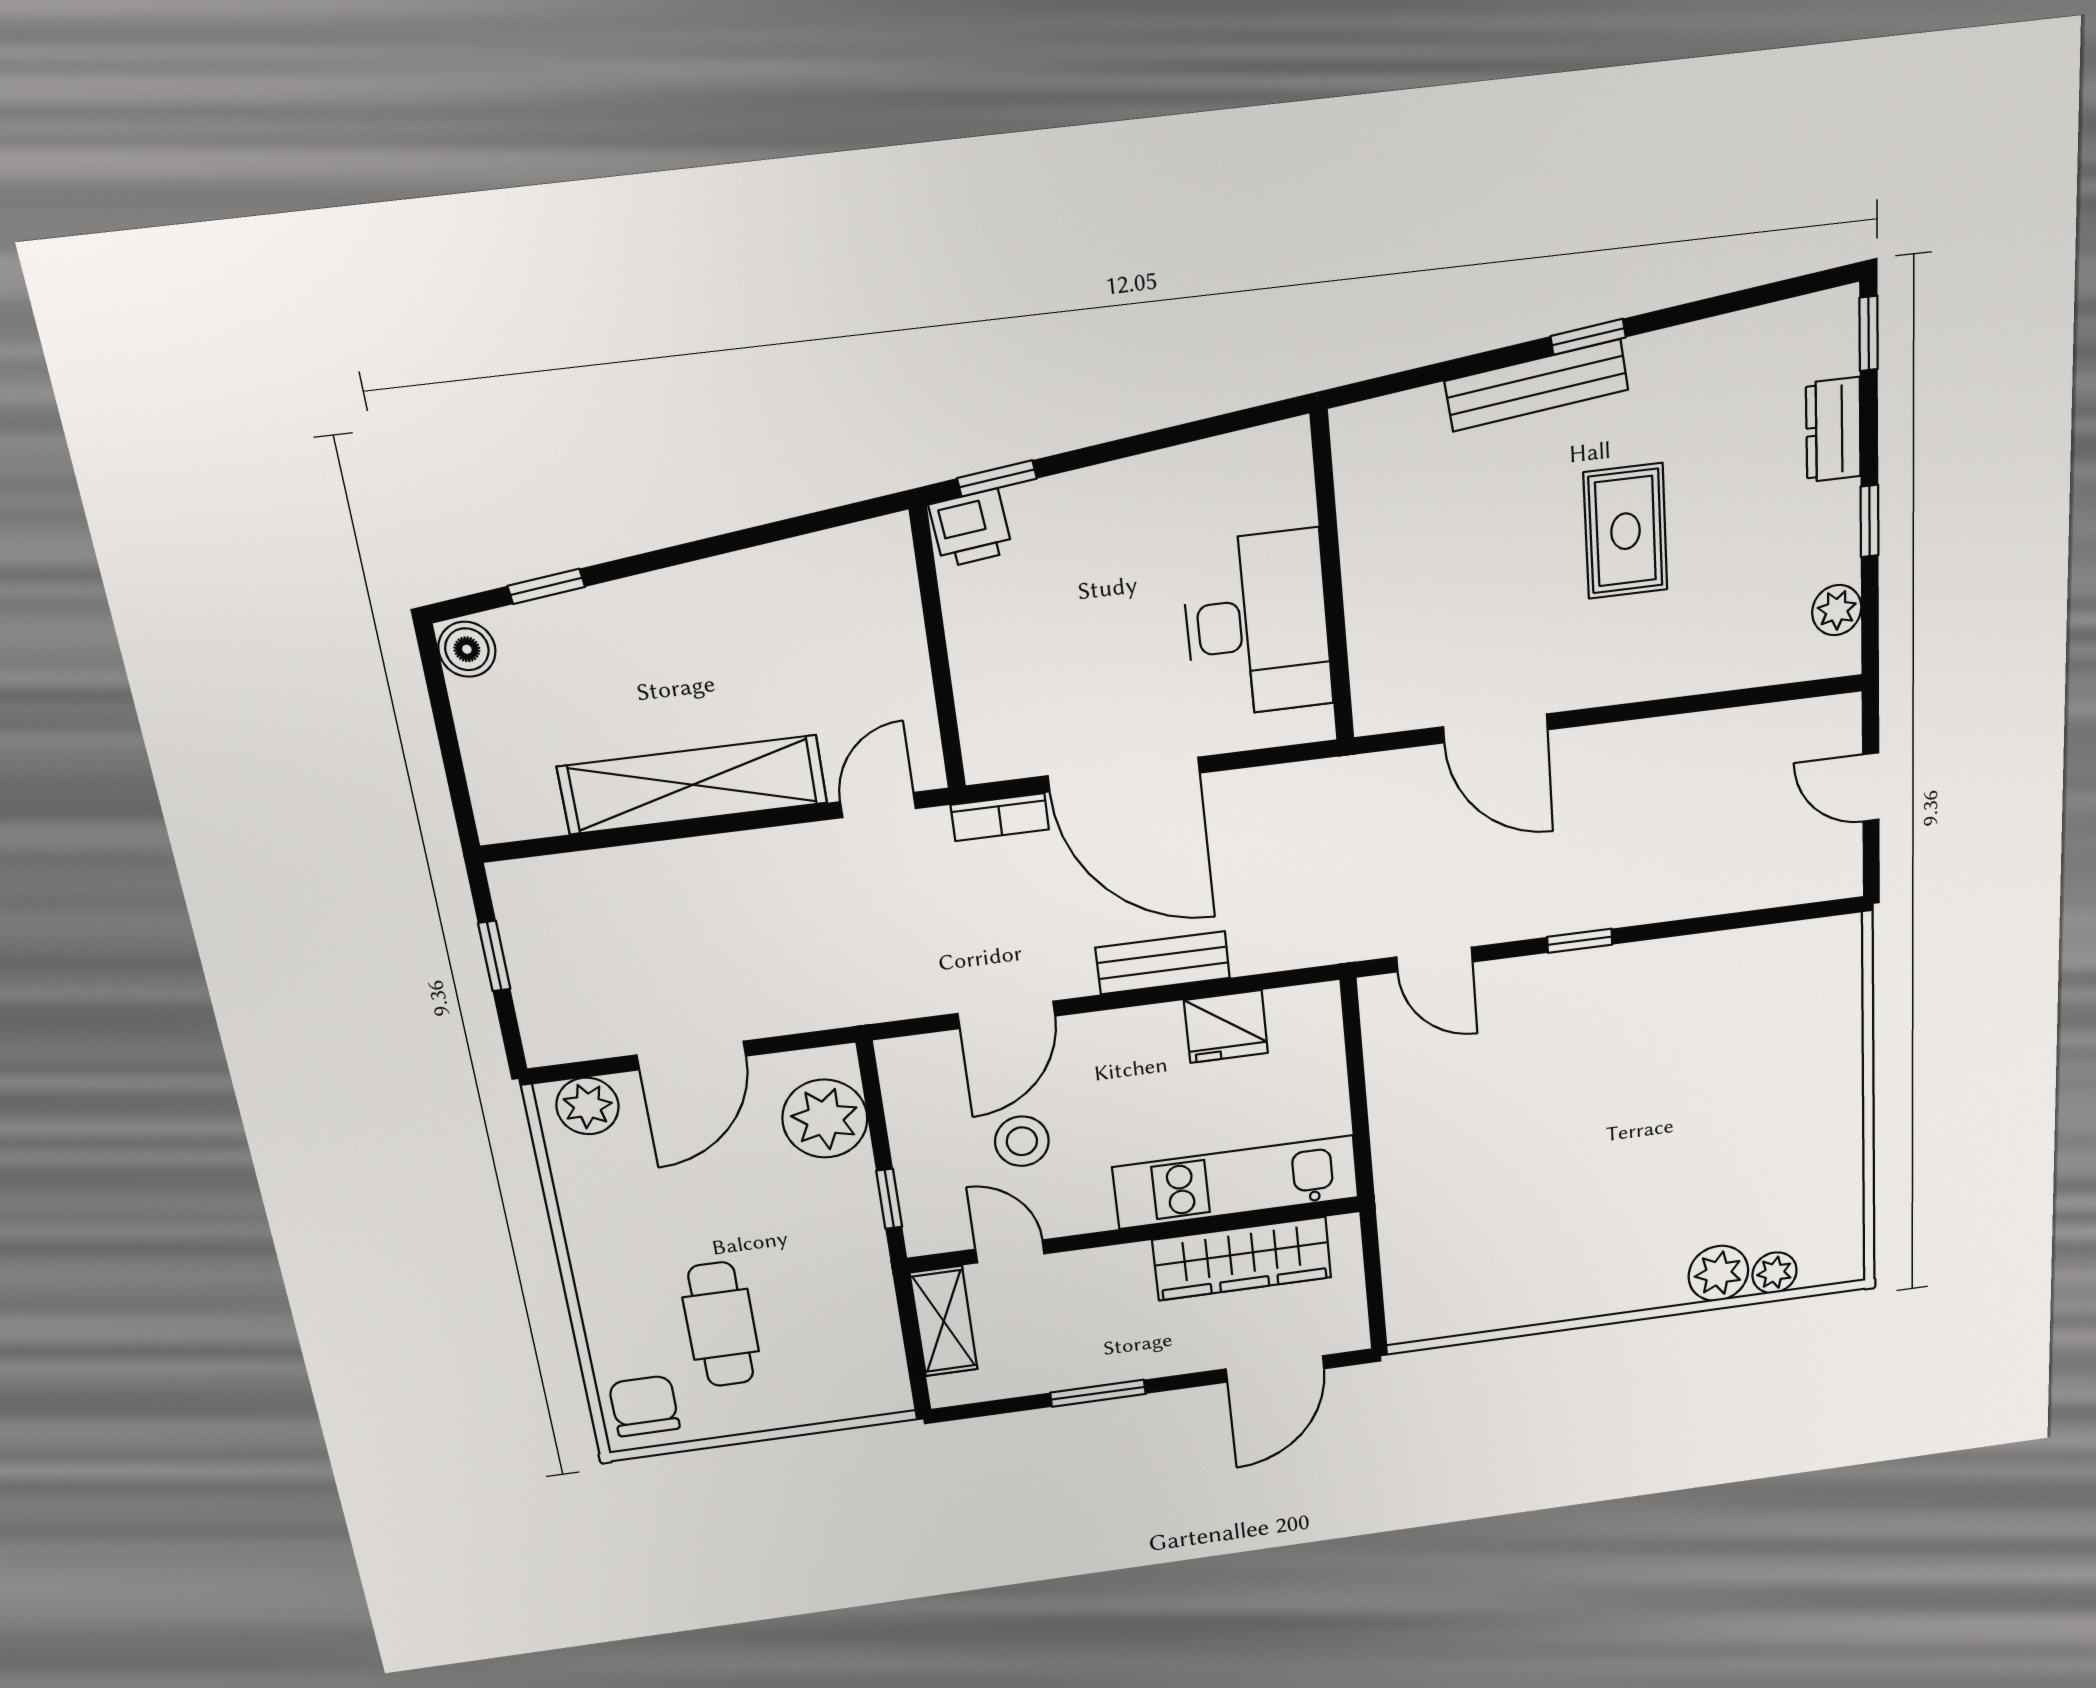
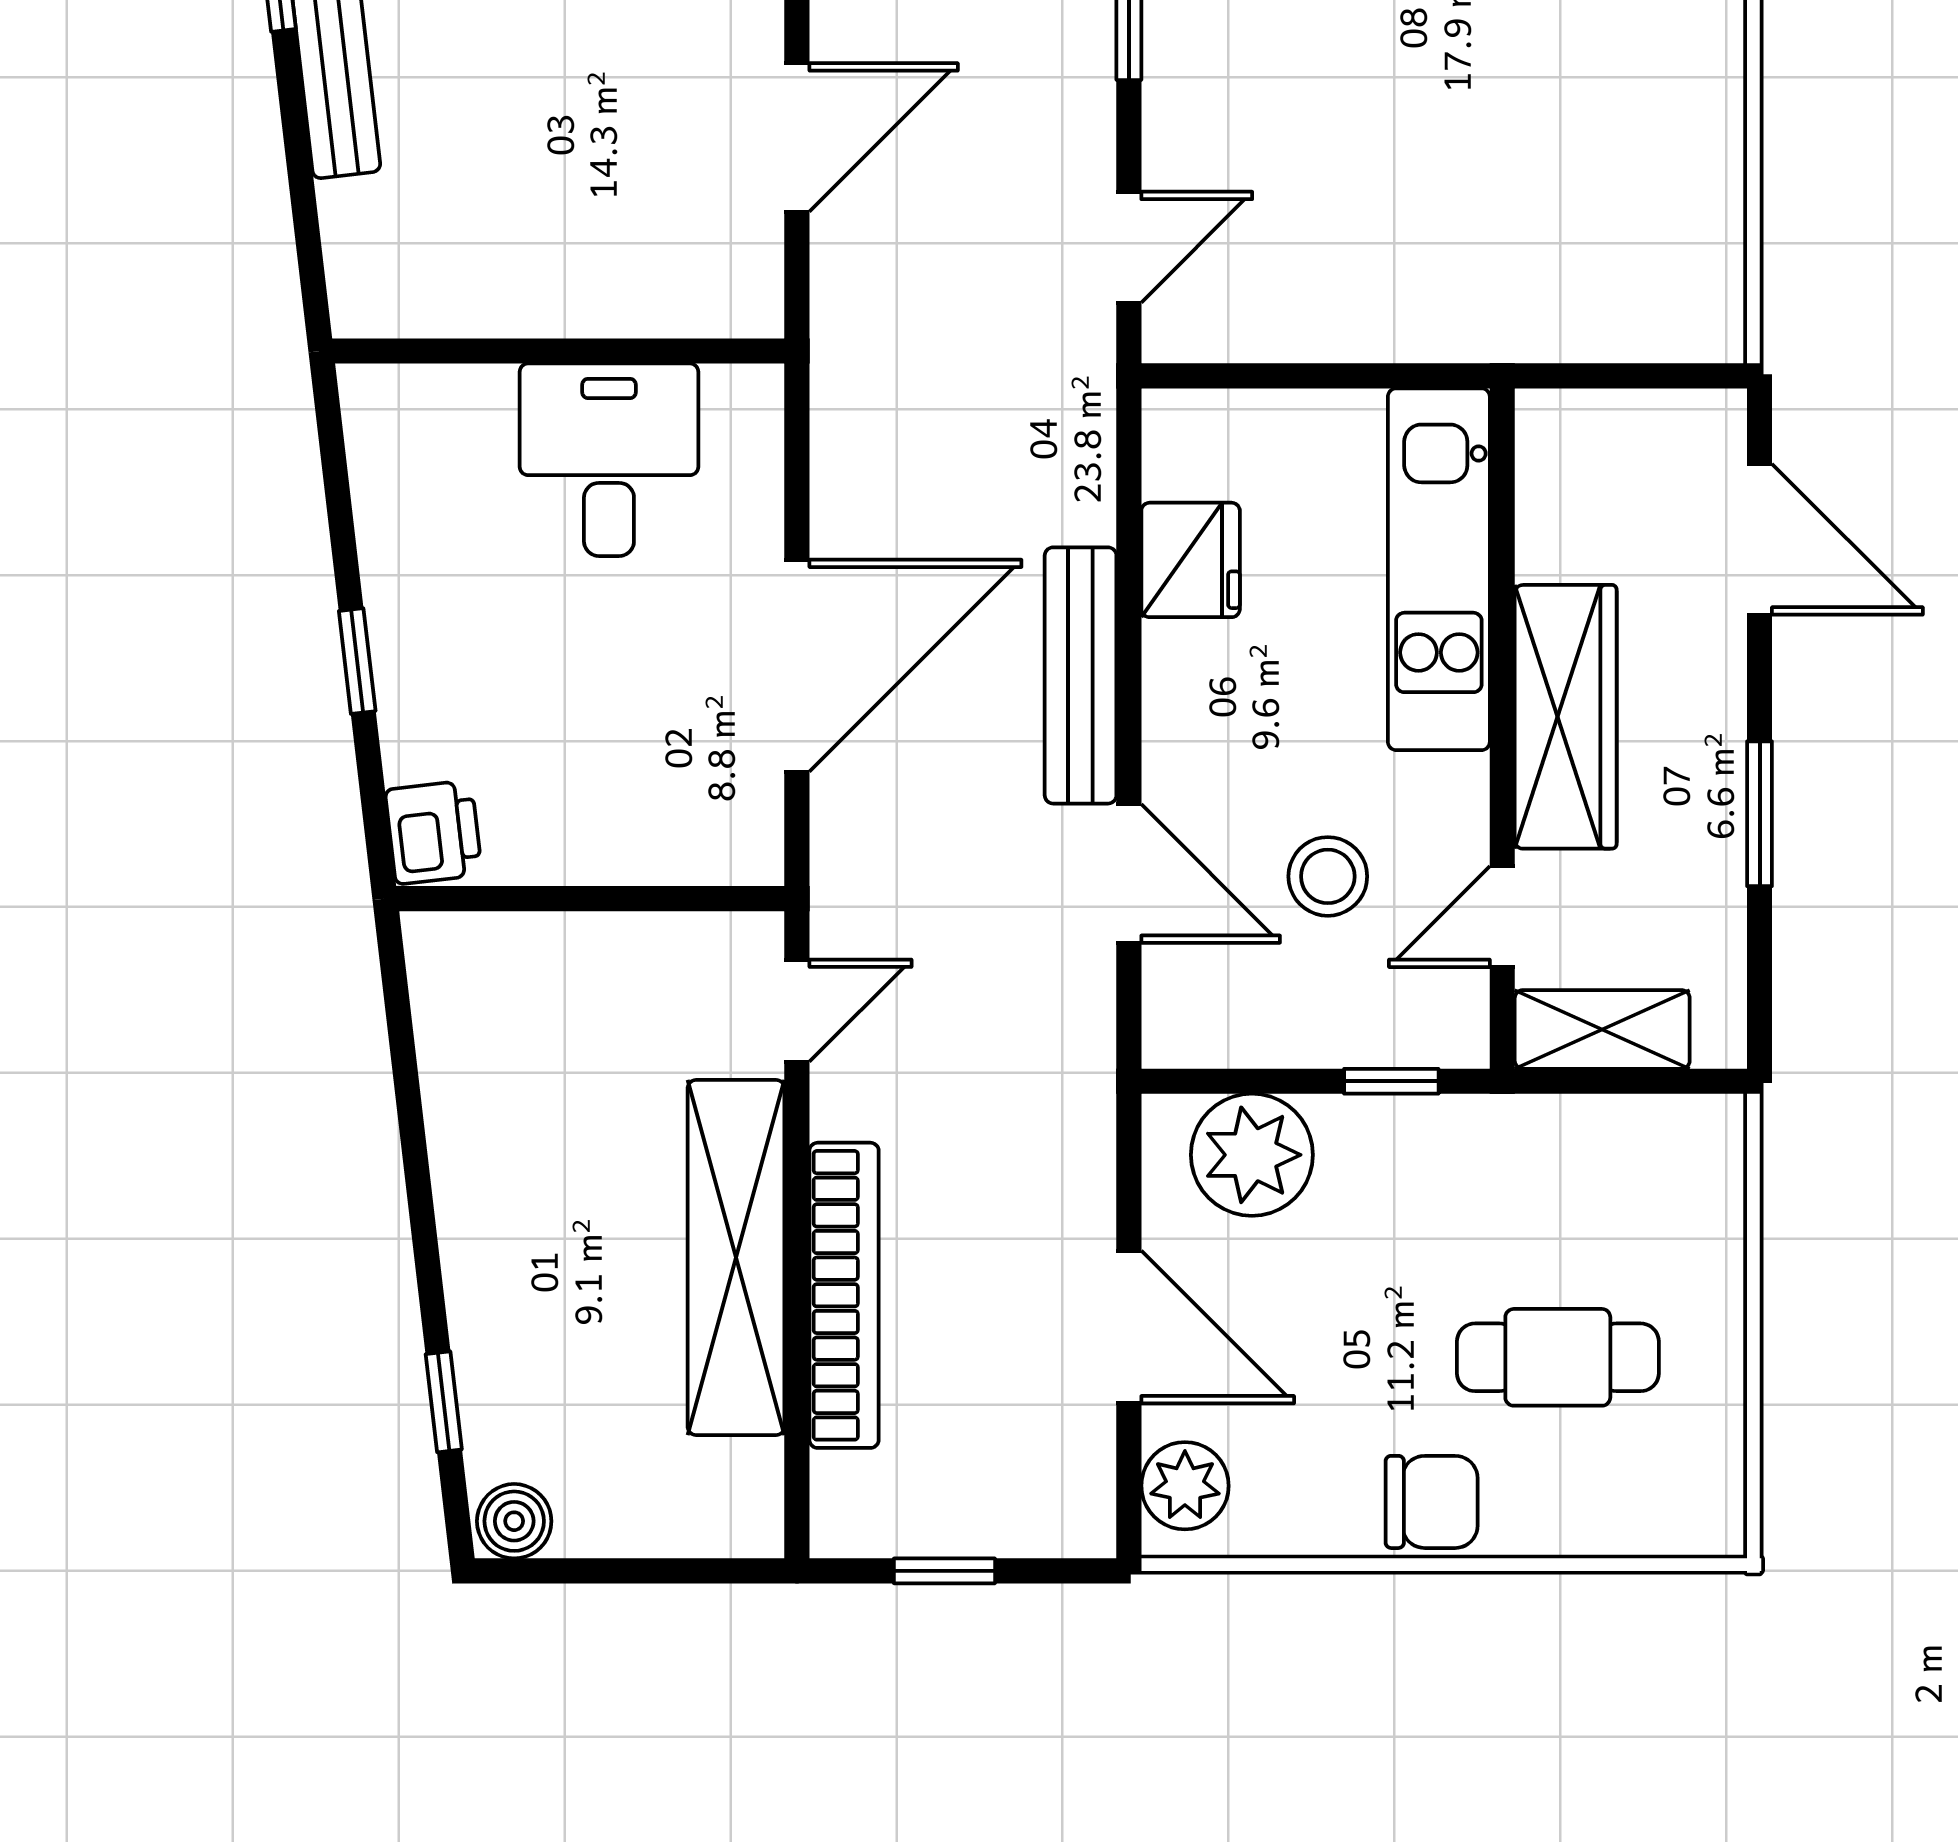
window: (997, 478) -> (357, 661), moved
desk: (1257, 624) -> (609, 460), width x0.73
door: (878, 805) -> (797, 1011), swing flipped
bookcase: (1000, 817) -> (844, 1295), moved, width x2.31, depth x1.31
bench: (1163, 963) -> (1081, 675), width x1.36
wardrobe: (1242, 1259) -> (1566, 717), moved
chair: (644, 1406) -> (1432, 1502), moved, turned 180

